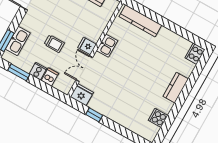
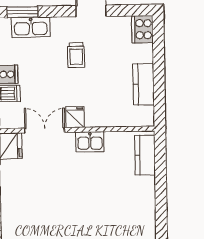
kitchen counter: (140, 21) -> (145, 155), width x0.67
trolley: (54, 44) -> (76, 55), moved

